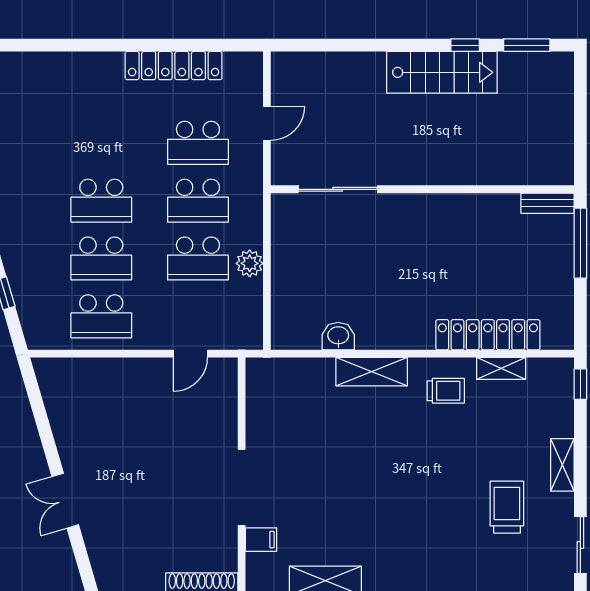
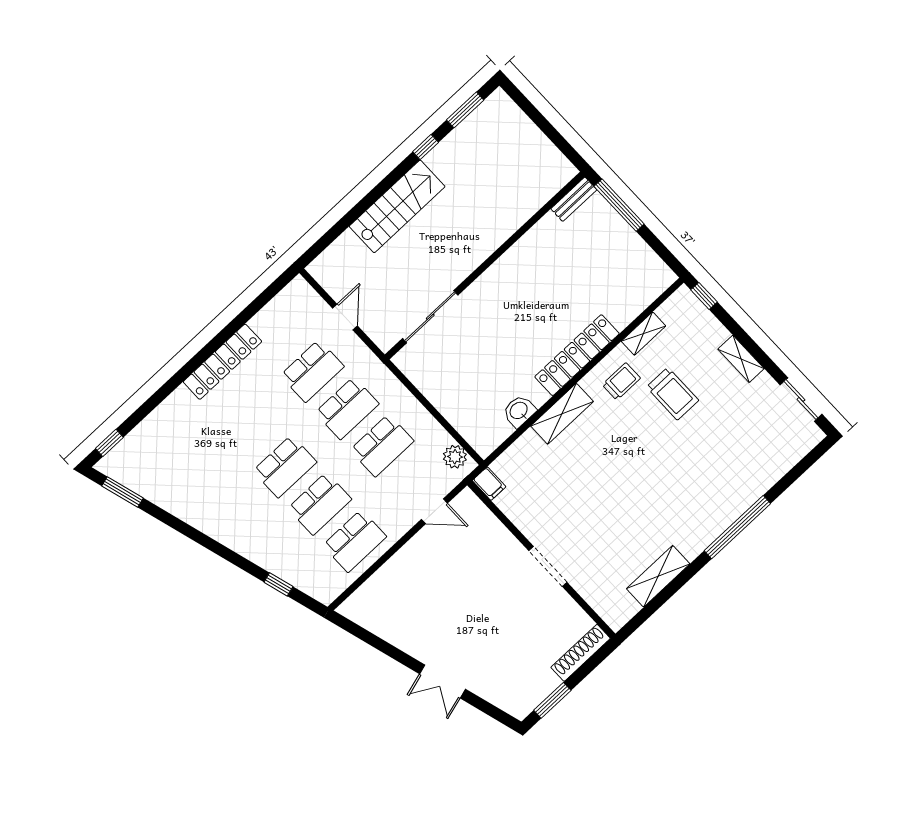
locker: (174, 66) -> (222, 362), moved
stairs: (442, 72) -> (397, 206), moved
plant: (250, 263) -> (455, 457), moved
locker: (488, 335) -> (577, 355), moved
door: (190, 354) -> (434, 511), hinge flipped
doorway: (242, 487) -> (548, 566), width x0.73
trolley: (507, 507) -> (673, 394), moved, turned 180
filing cabinet: (261, 540) -> (489, 484), moved, turned 90

